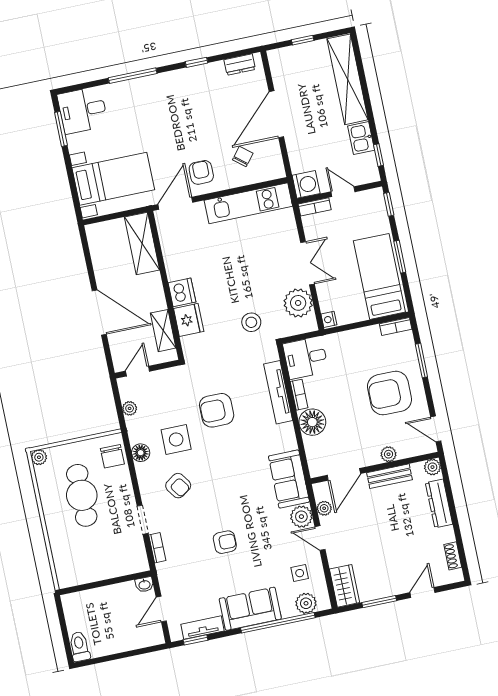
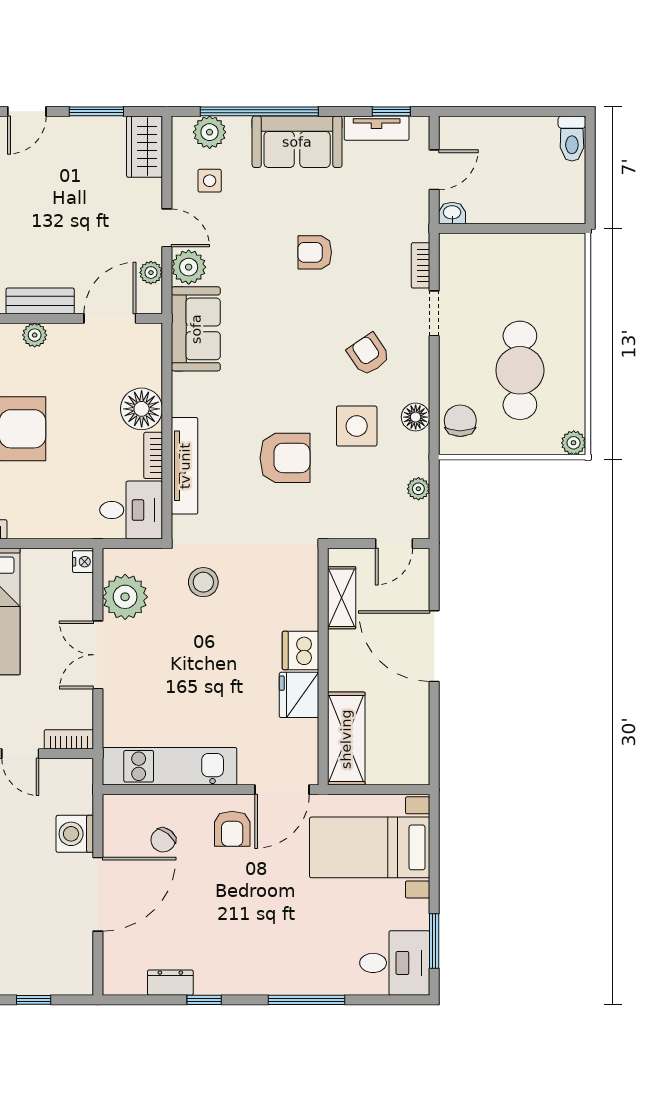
dresser: (240, 65) -> (170, 983), moved
washing machine: (306, 184) -> (75, 834), moved
fridge: (189, 320) -> (299, 695), moved

